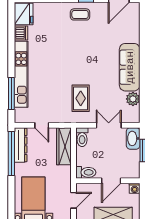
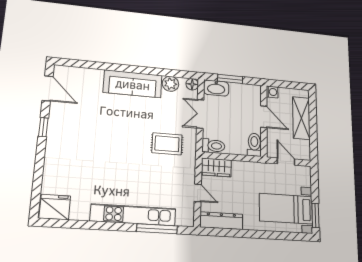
coffee table: (80, 14) -> (62, 136), removed
dishwasher: (21, 33) -> (80, 212), removed
floor lamp: (134, 117) -> (192, 84), added
door: (42, 125) -> (198, 193), hinge flipped
wardrobe: (64, 146) -> (216, 167), width x0.67
window: (11, 153) -> (231, 233), removed

